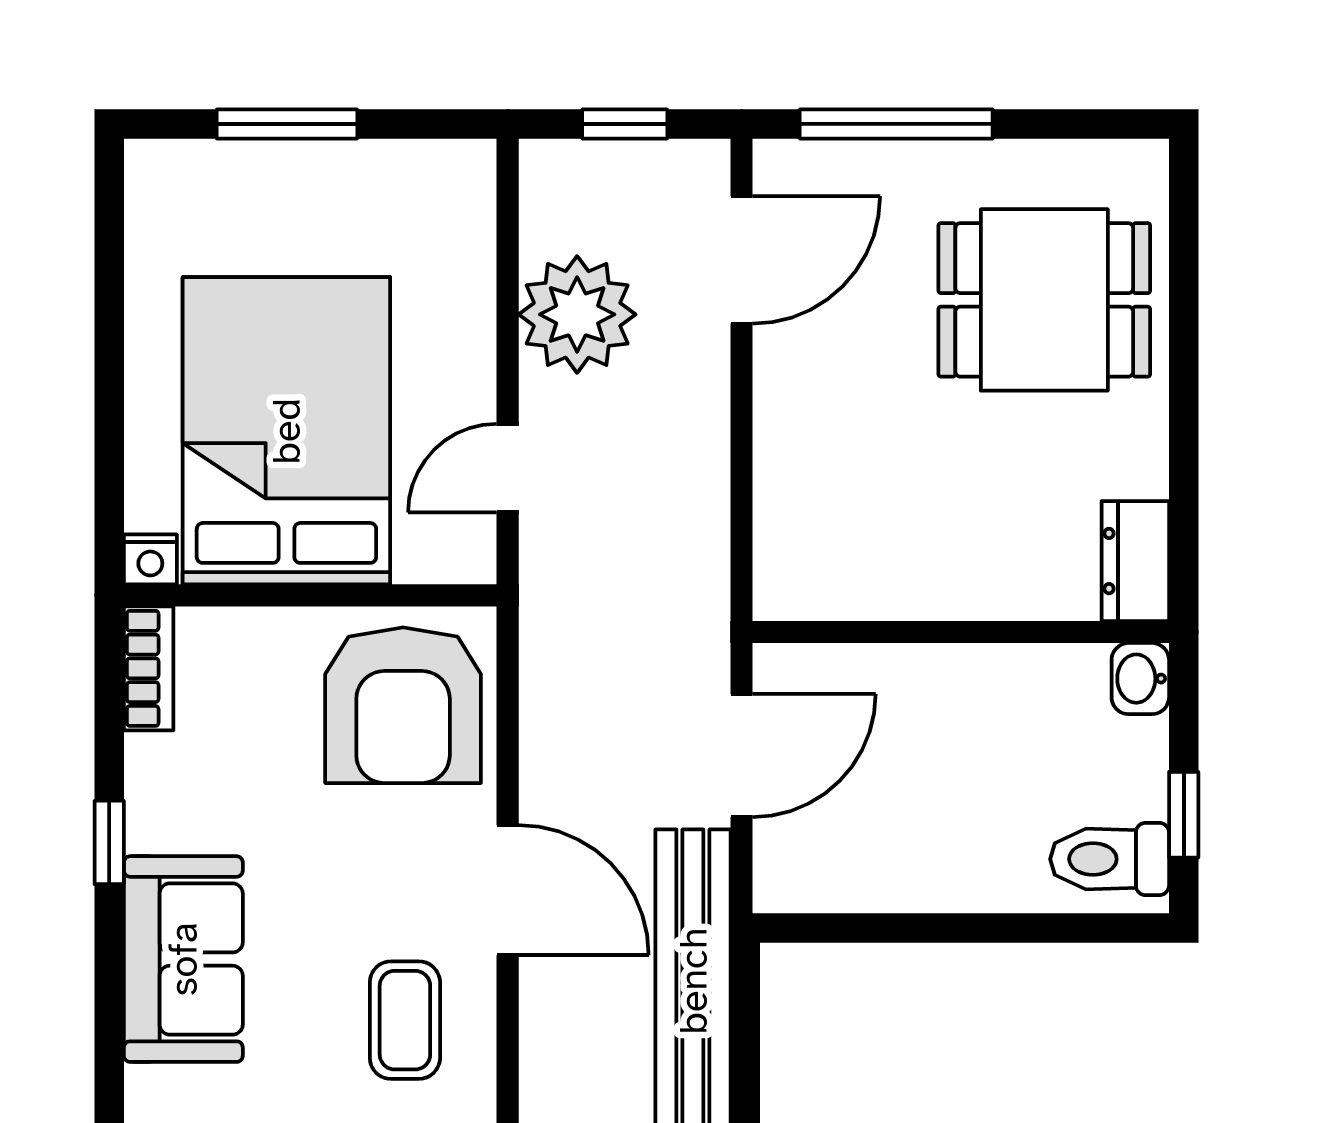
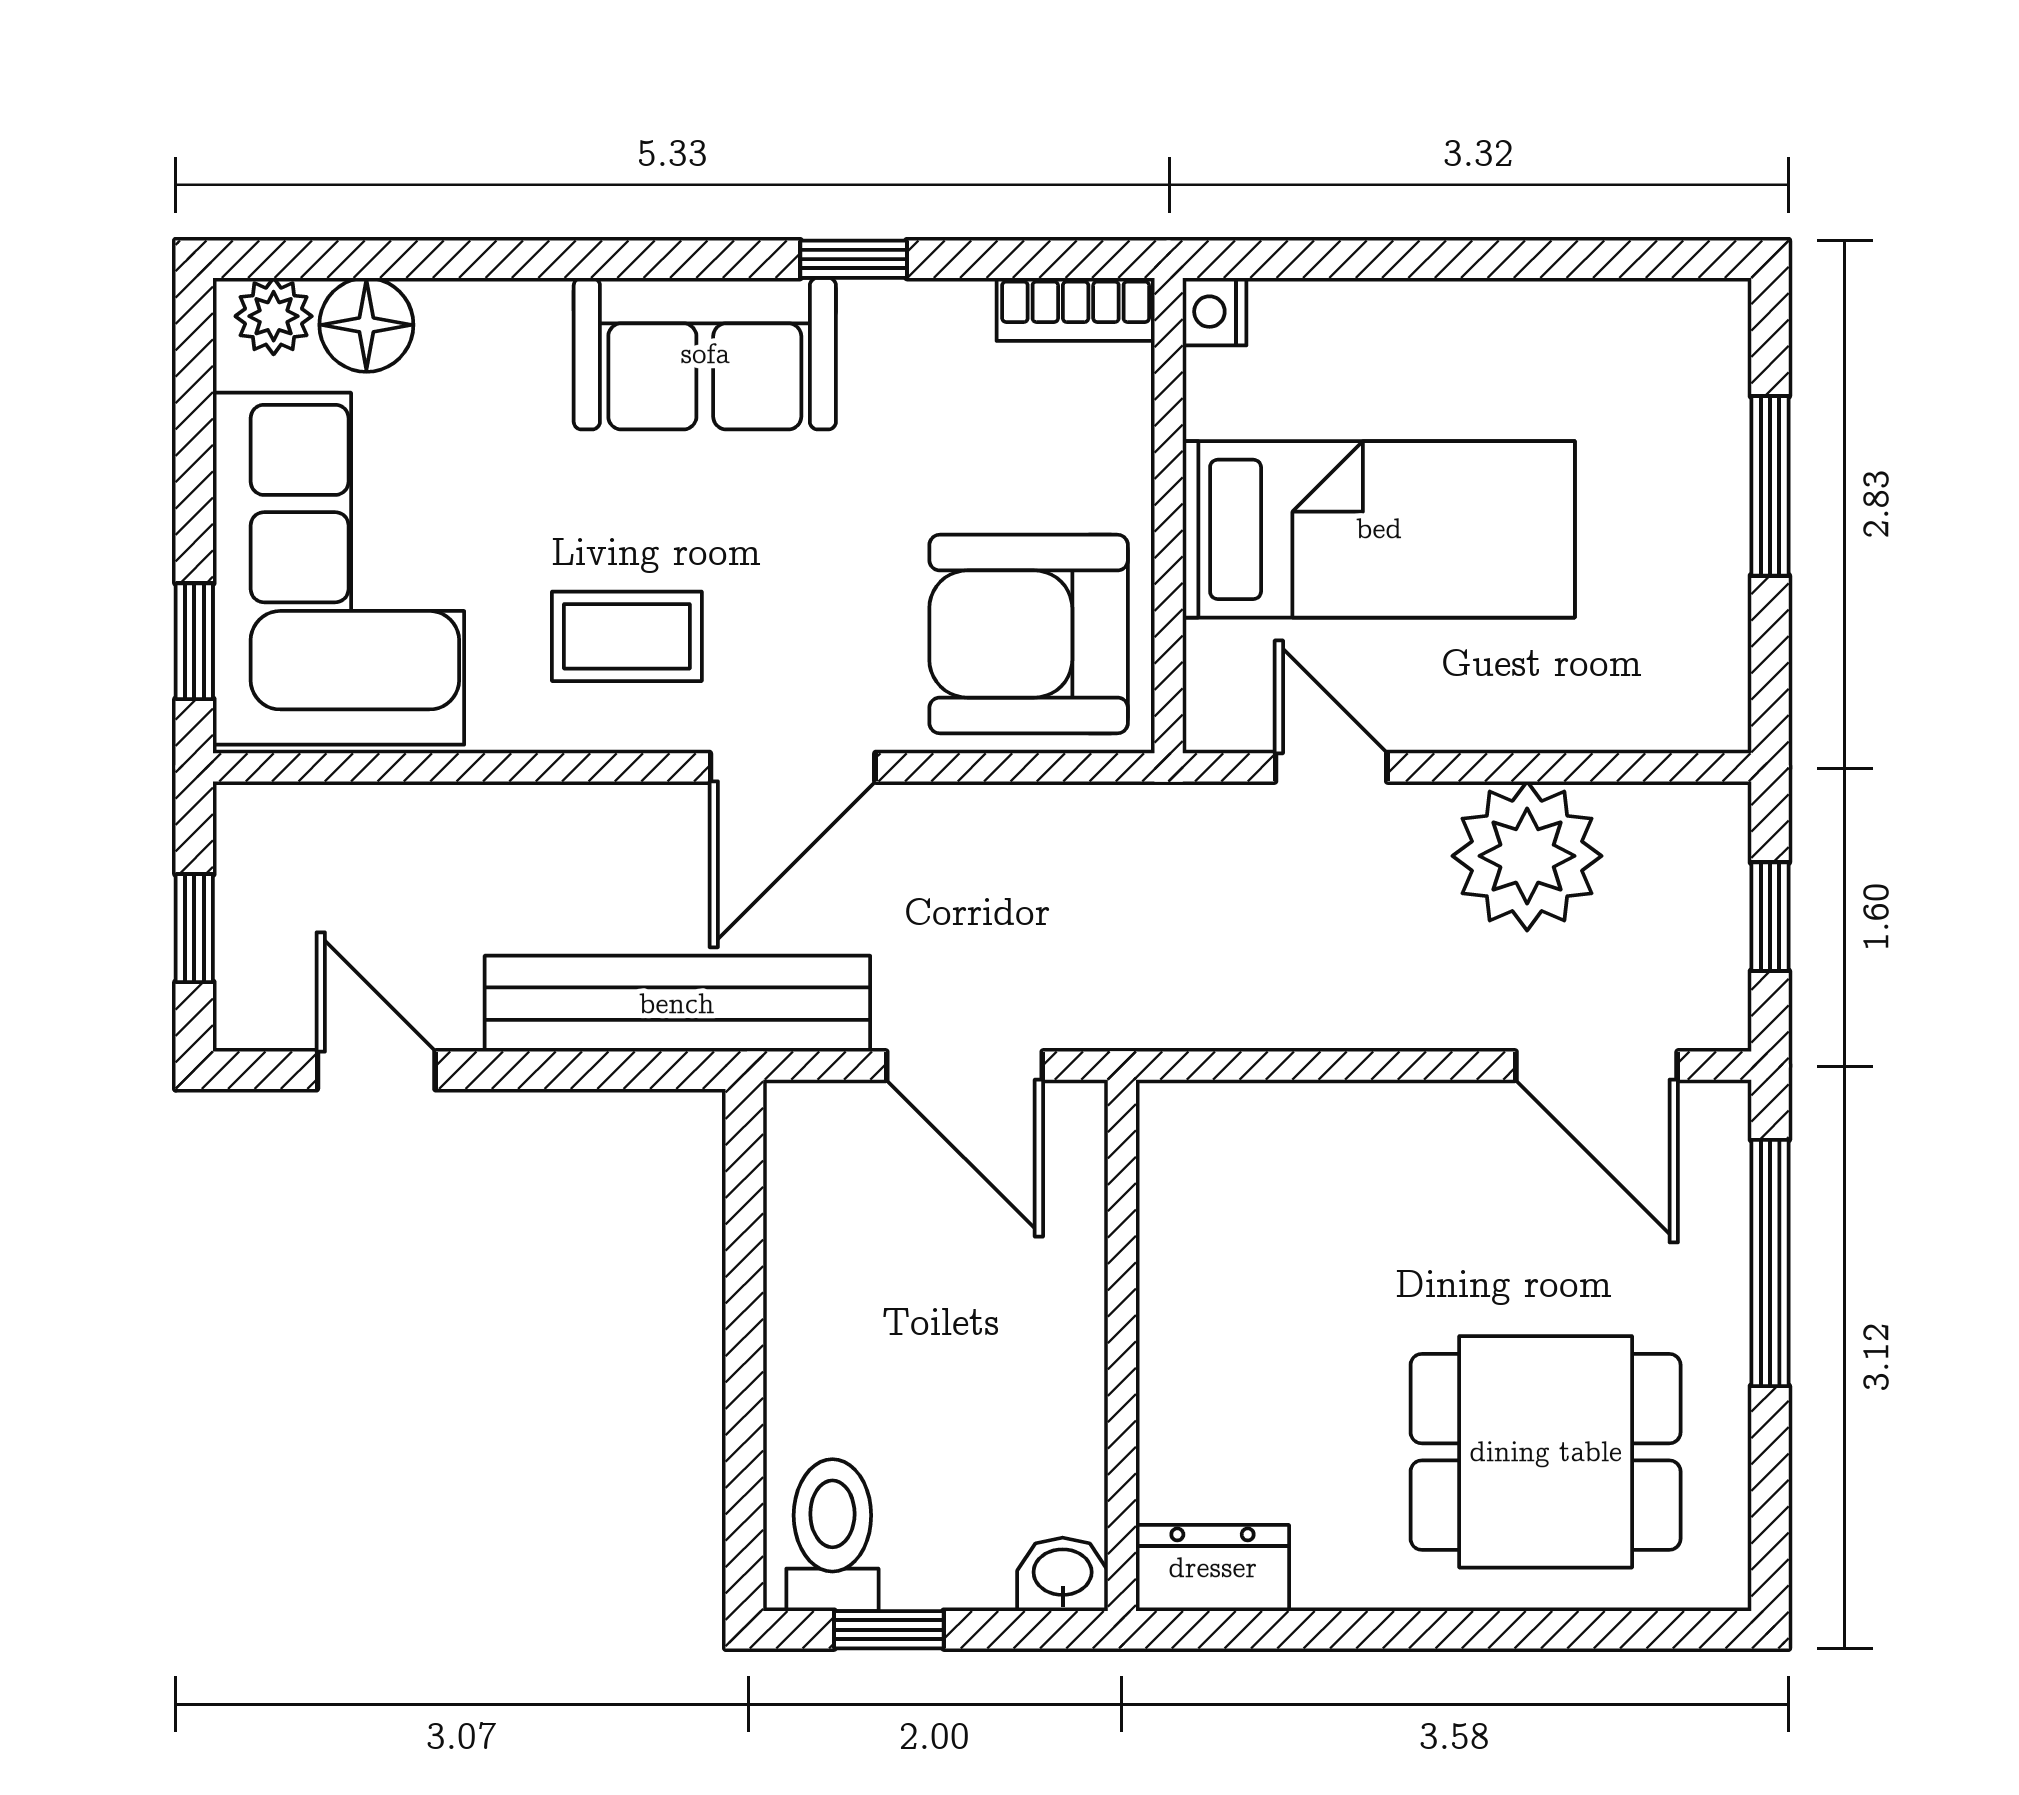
dining table: (1044, 300) -> (1546, 1452), turned 90
bed: (286, 431) -> (1379, 529), width x0.67

